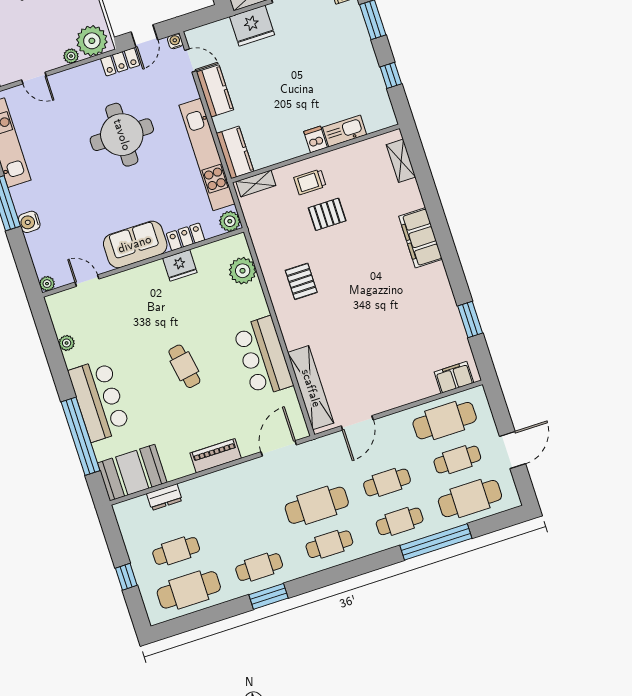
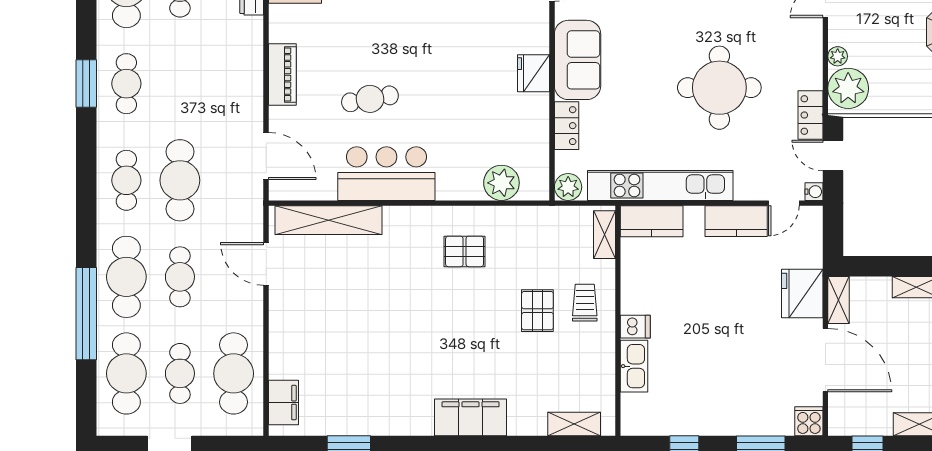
fridge: (180, 265) -> (534, 73), moved
cafe table: (184, 366) -> (370, 99), moved
cafe table: (400, 521) -> (126, 277), width x1.37, depth x1.35

